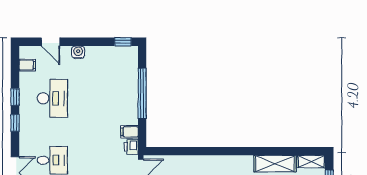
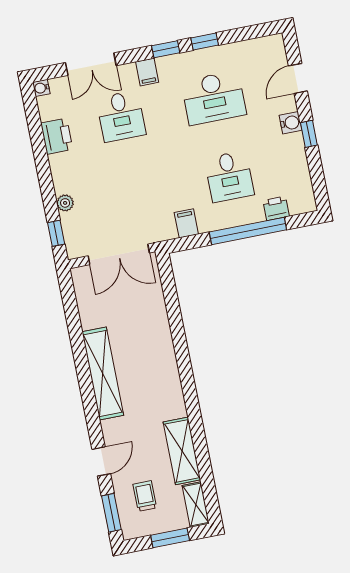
window: (123, 42) -> (309, 134), moved
filing cabinet: (27, 65) -> (147, 72), moved
desk: (105, 98) -> (229, 176), added
printer: (131, 147) -> (276, 208), moved

